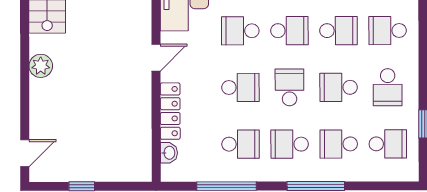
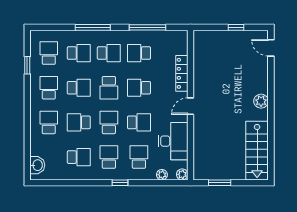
school desk: (289, 31) -> (109, 122), turned 90
school desk: (388, 31) -> (49, 122), turned -90
school desk: (388, 144) -> (49, 53), turned 90
door: (25, 153) -> (271, 48), hinge flipped
washbasin: (169, 153) -> (183, 48), removed

